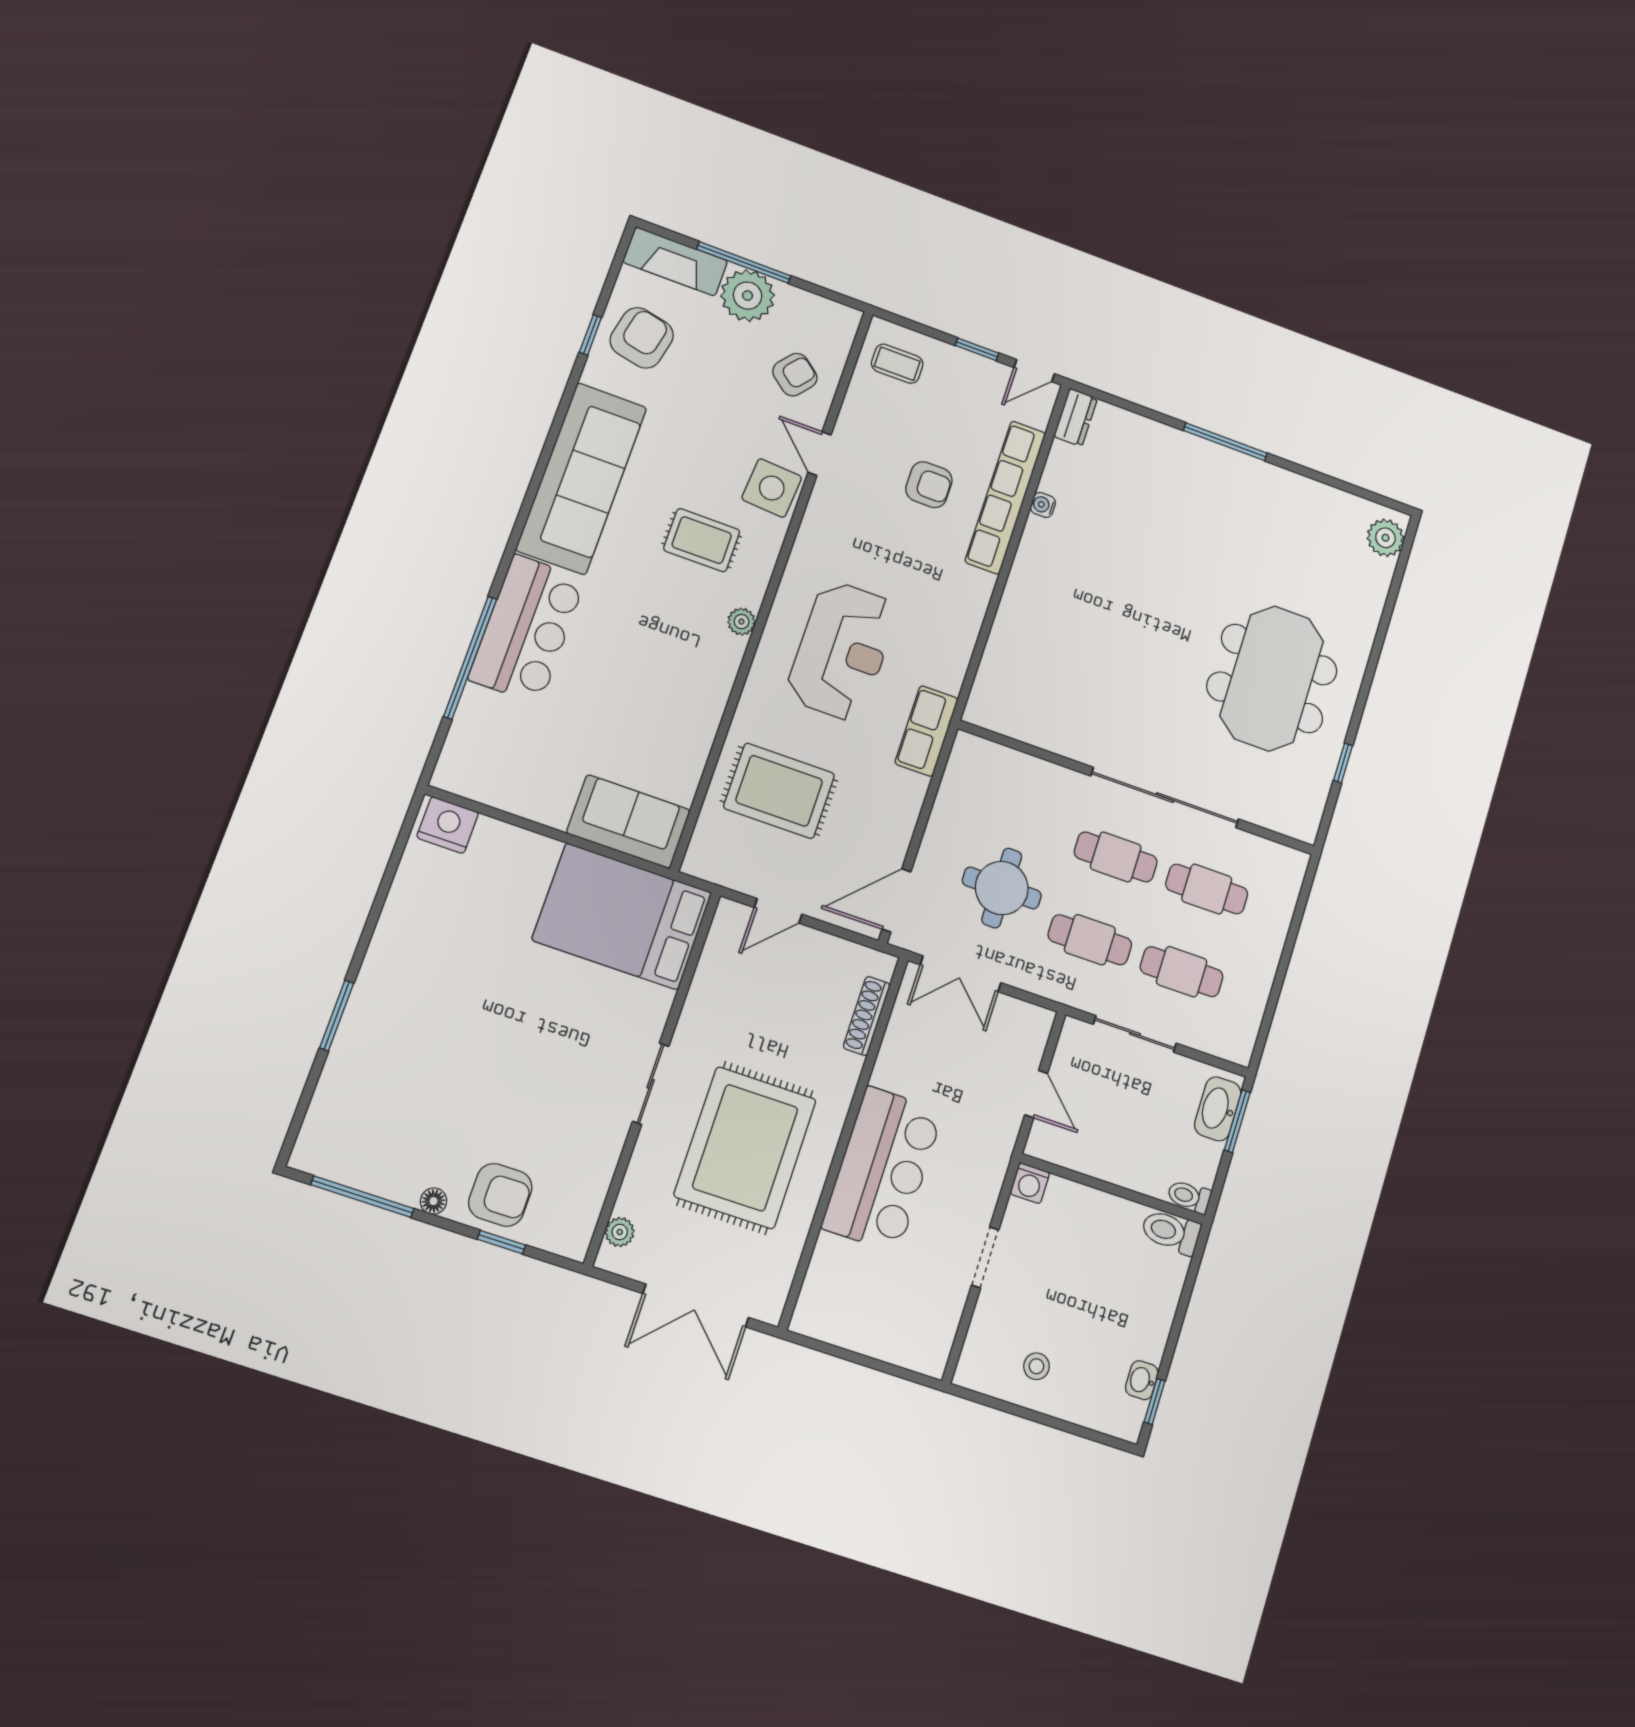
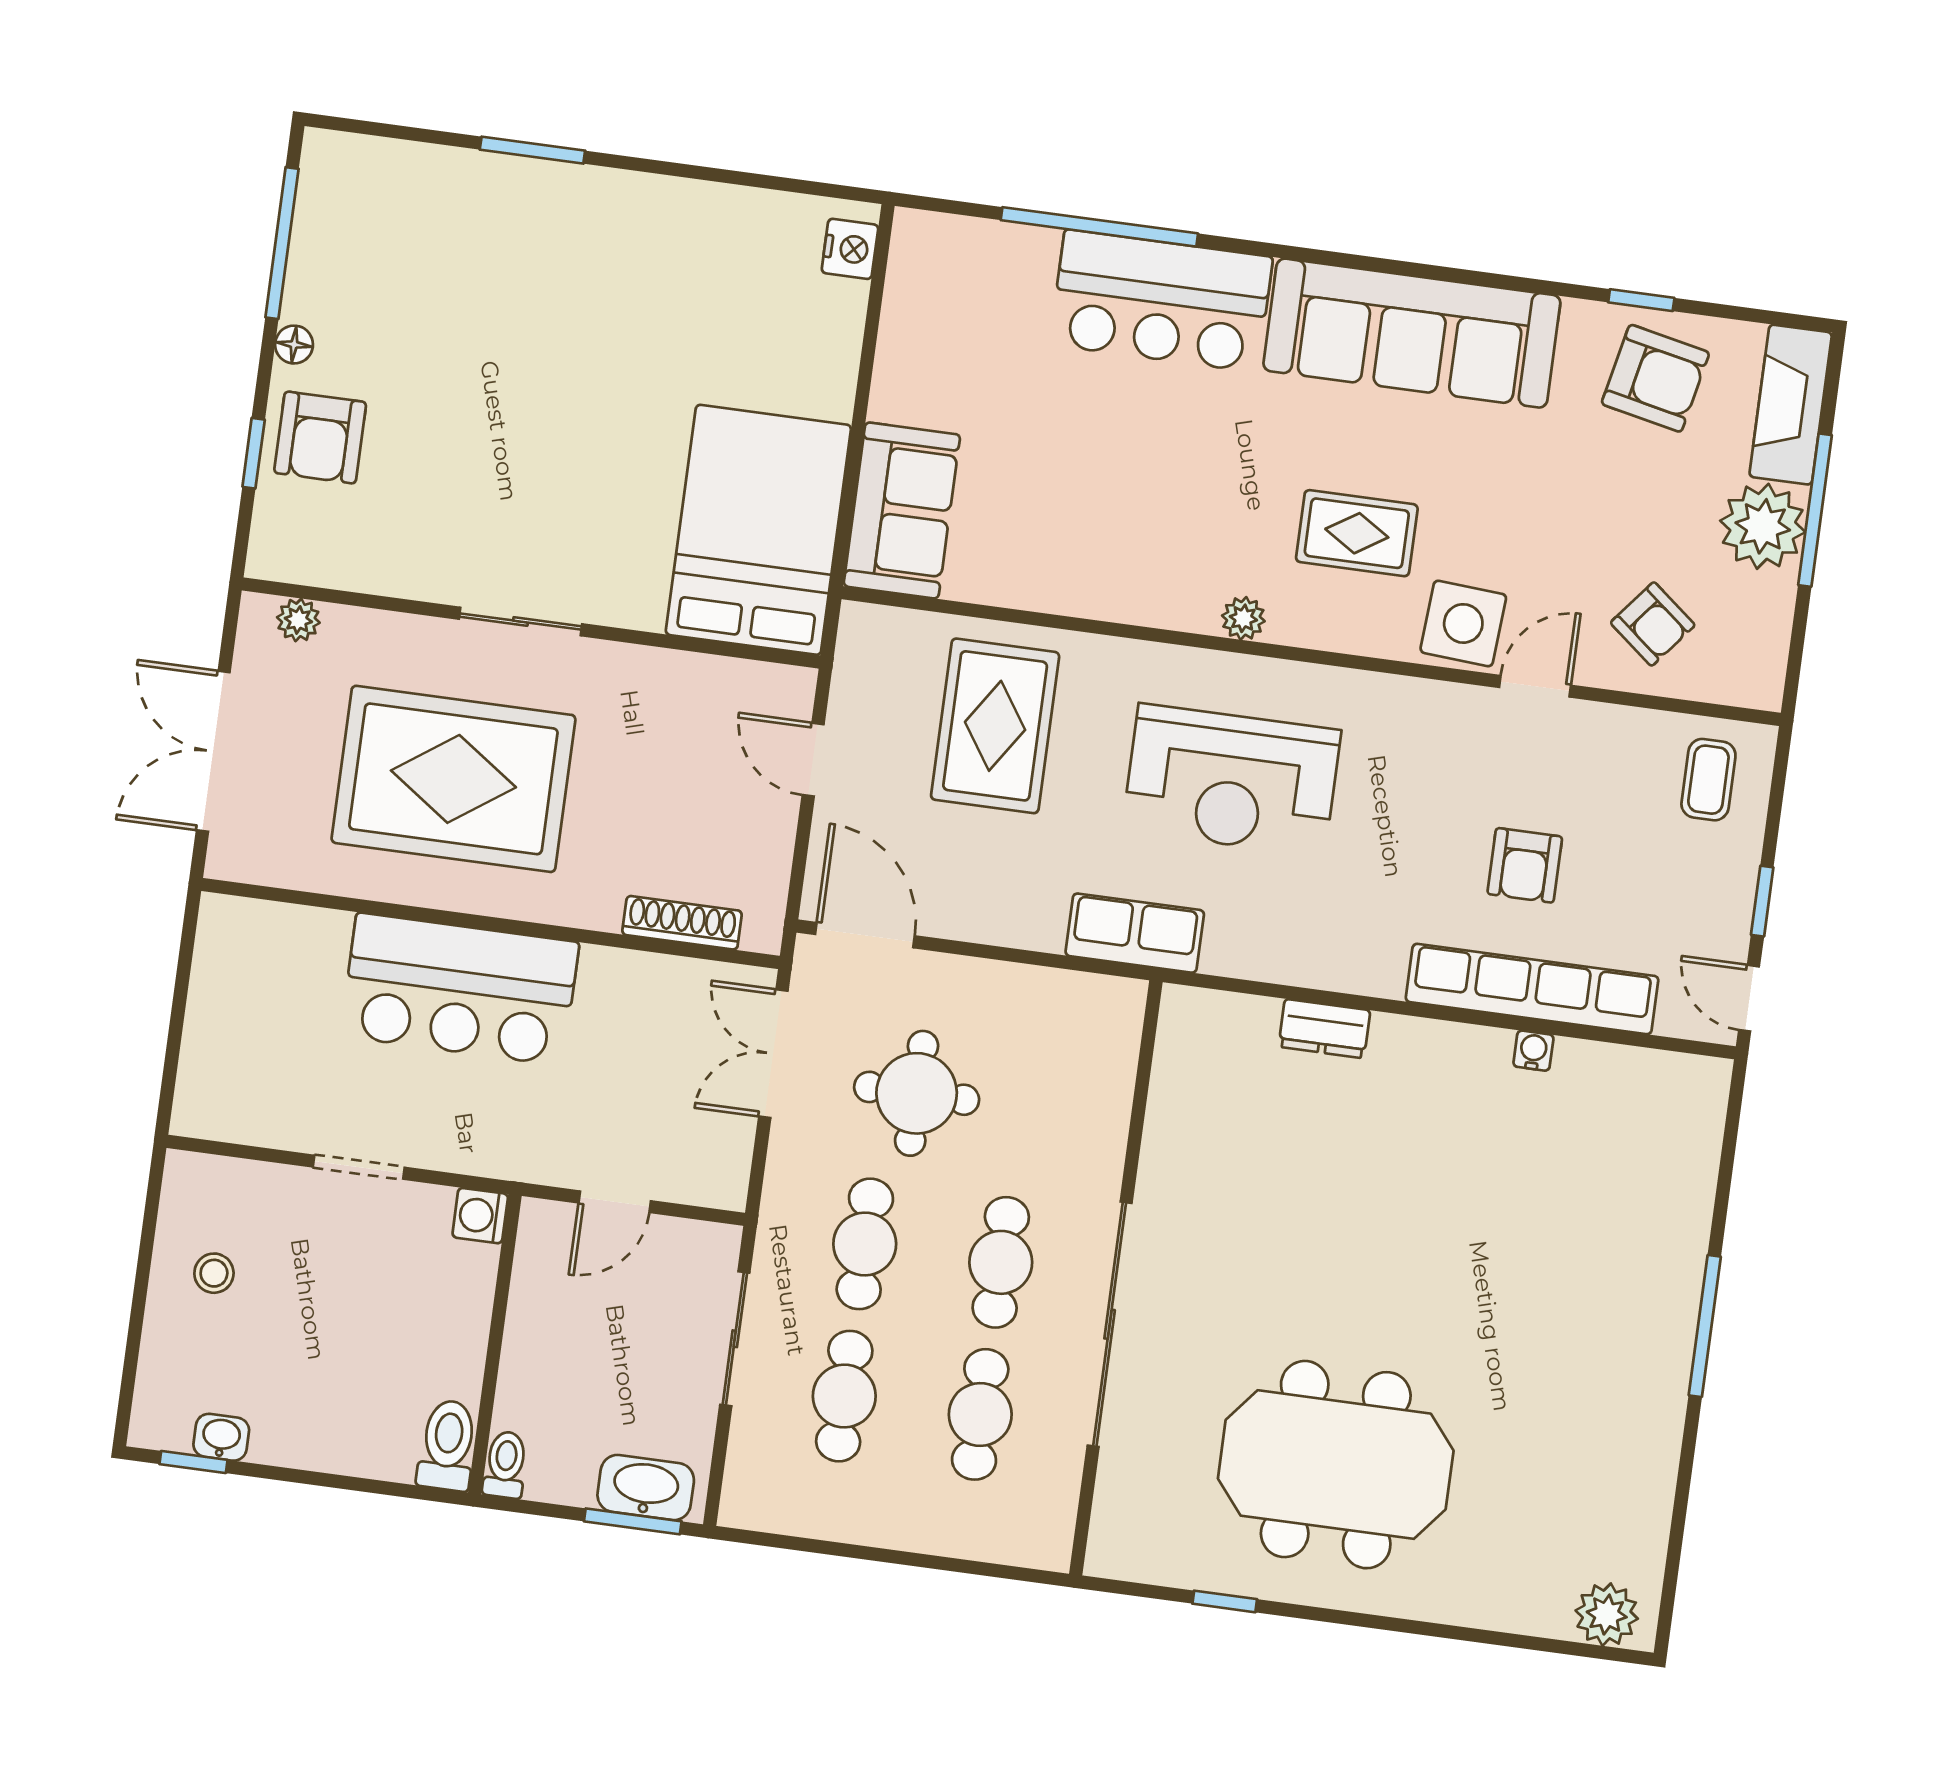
dresser: (1076, 417) -> (1324, 1029), moved
rug: (702, 540) -> (1357, 533), turned 90
nightstand: (448, 825) -> (850, 249), width x0.74, depth x0.75

